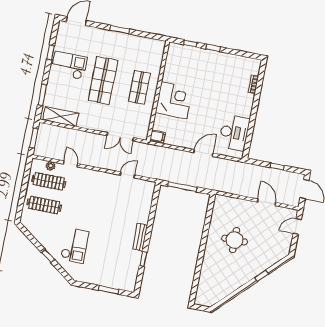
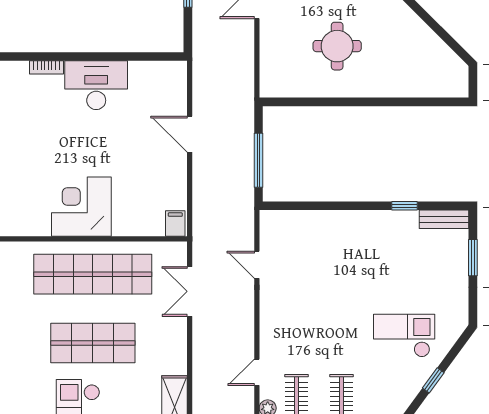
shop shelf: (139, 87) -> (93, 274), width x2.00, depth x1.36
corner desk: (174, 100) -> (81, 207), moved
desk: (234, 133) -> (96, 85), moved
double door: (120, 137) -> (190, 291), swing flipped
bench: (140, 237) -> (444, 219), moved

